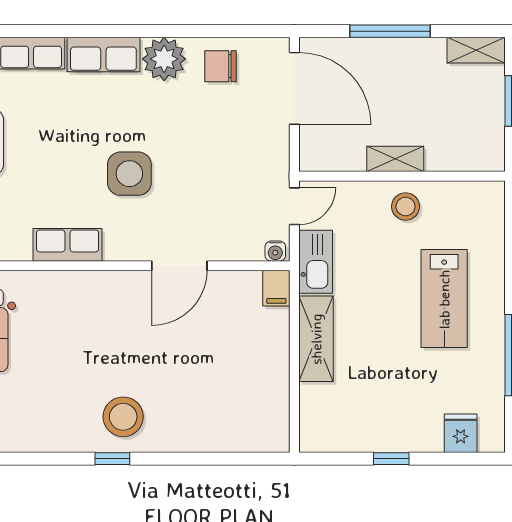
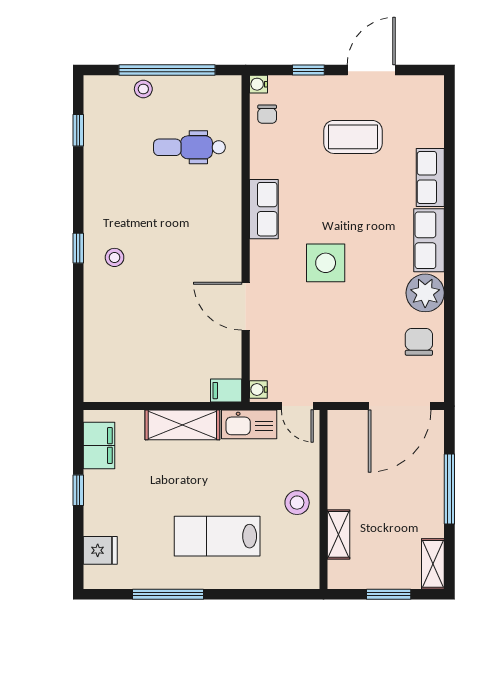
shelving: (395, 159) -> (338, 534), moved
stool: (123, 417) -> (115, 257), width x0.53, depth x0.53
filing cabinet: (340, 435) -> (99, 446), added

